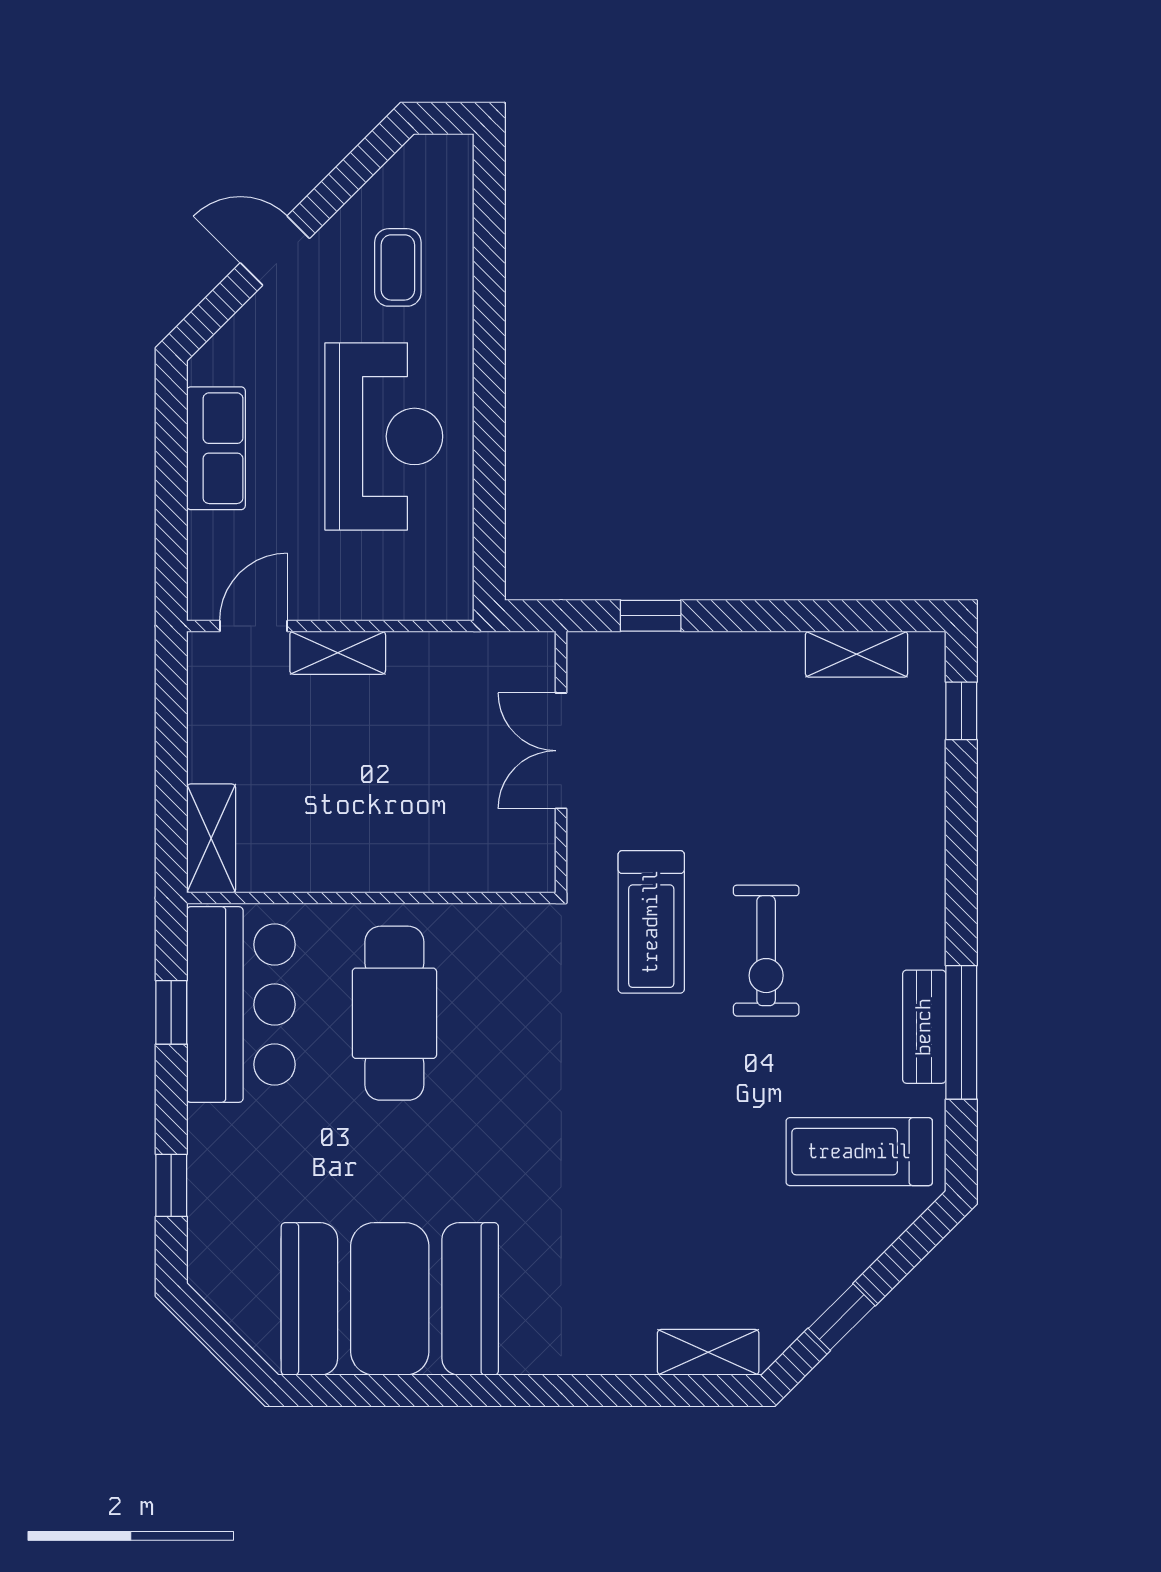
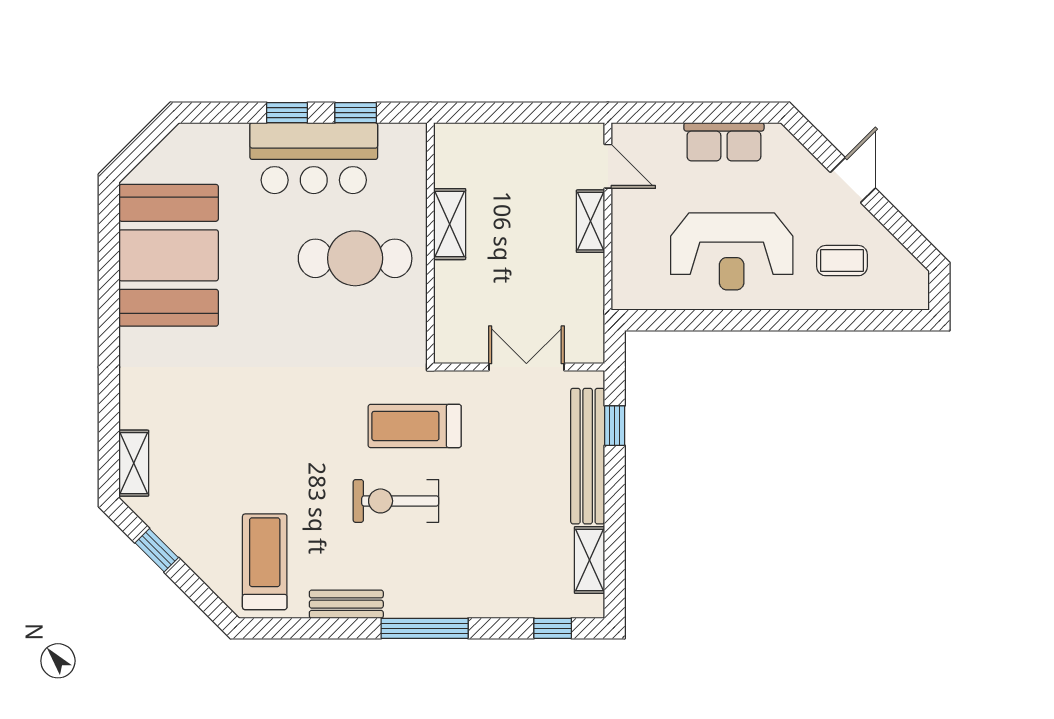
bench: (697, 657) -> (588, 456), added
shelving: (211, 838) -> (450, 224), moved, turned 90
bar counter: (241, 1005) -> (314, 158), moved
window: (961, 1032) -> (425, 628), moved
window: (171, 1185) -> (287, 113), moved

